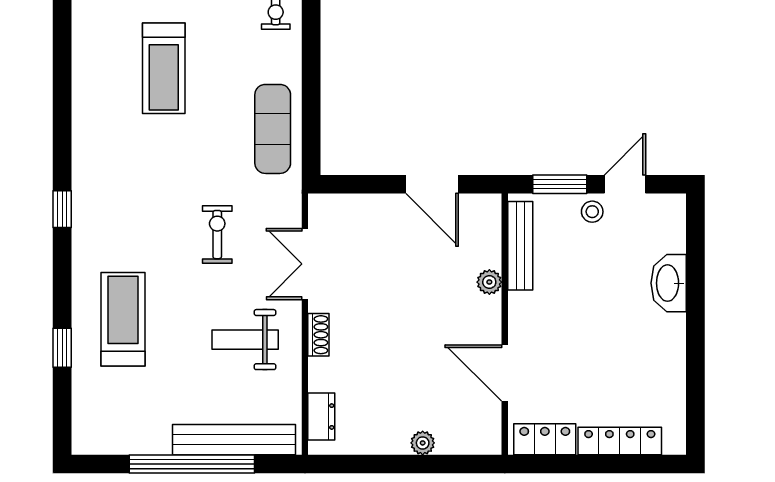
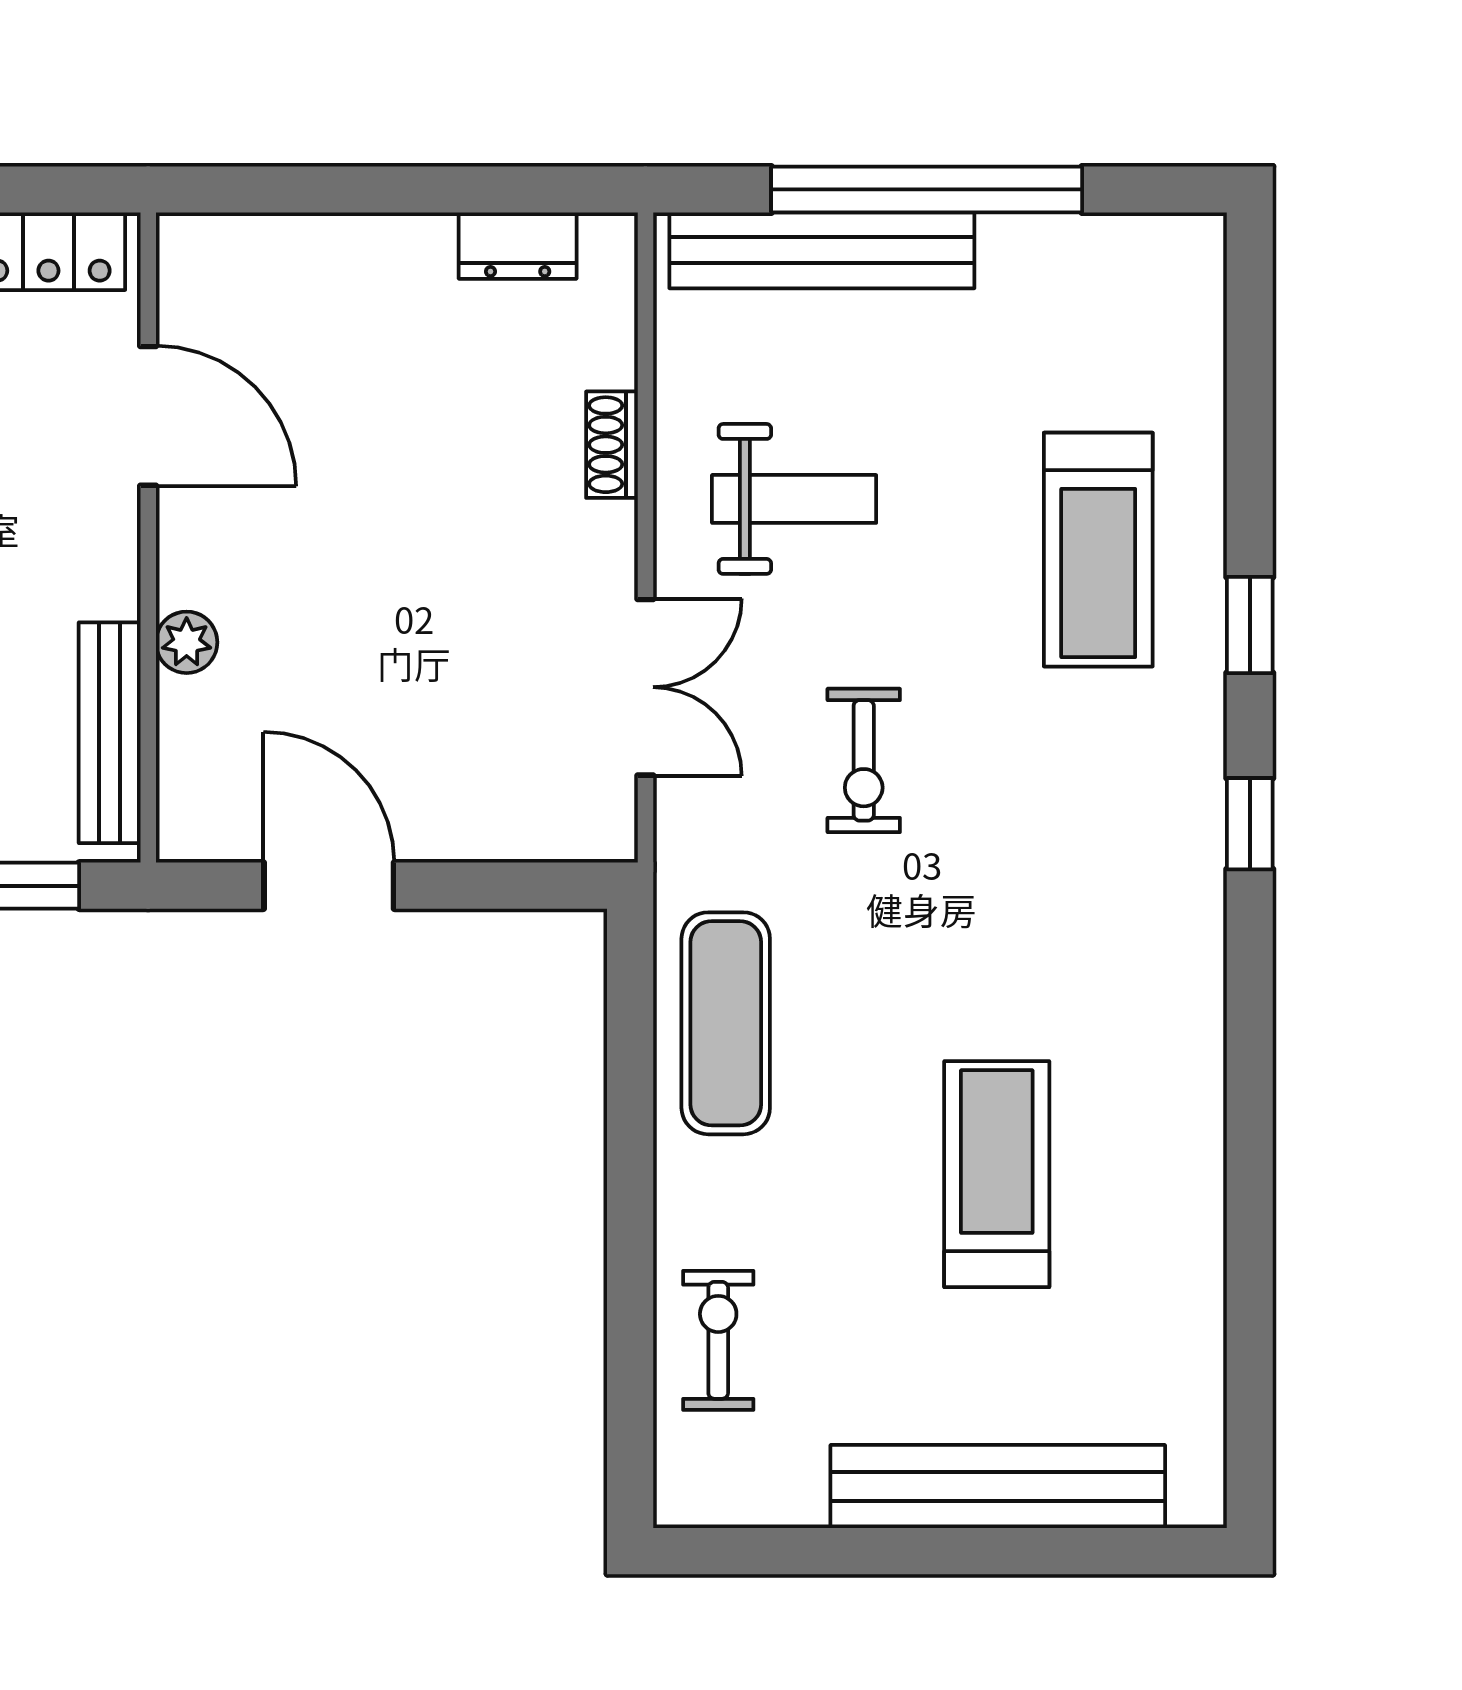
shoe rack: (318, 335) -> (612, 445), moved
window: (62, 348) -> (1250, 625), moved
dresser: (321, 417) -> (518, 246), moved, turned -90
plant: (423, 443) -> (352, 242), removed

